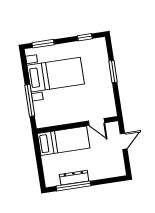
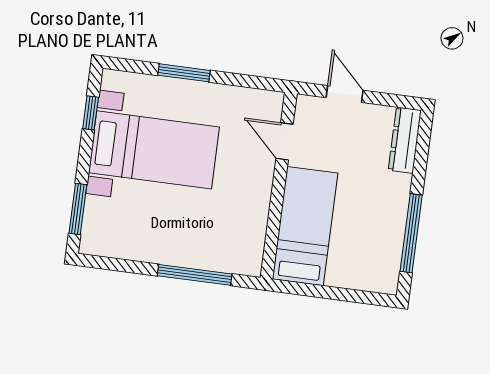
bed with nightstands: (56, 75) -> (154, 150), moved, turned 90
door: (97, 122) -> (285, 141), swing flipped
dresser: (74, 178) -> (405, 140), moved

